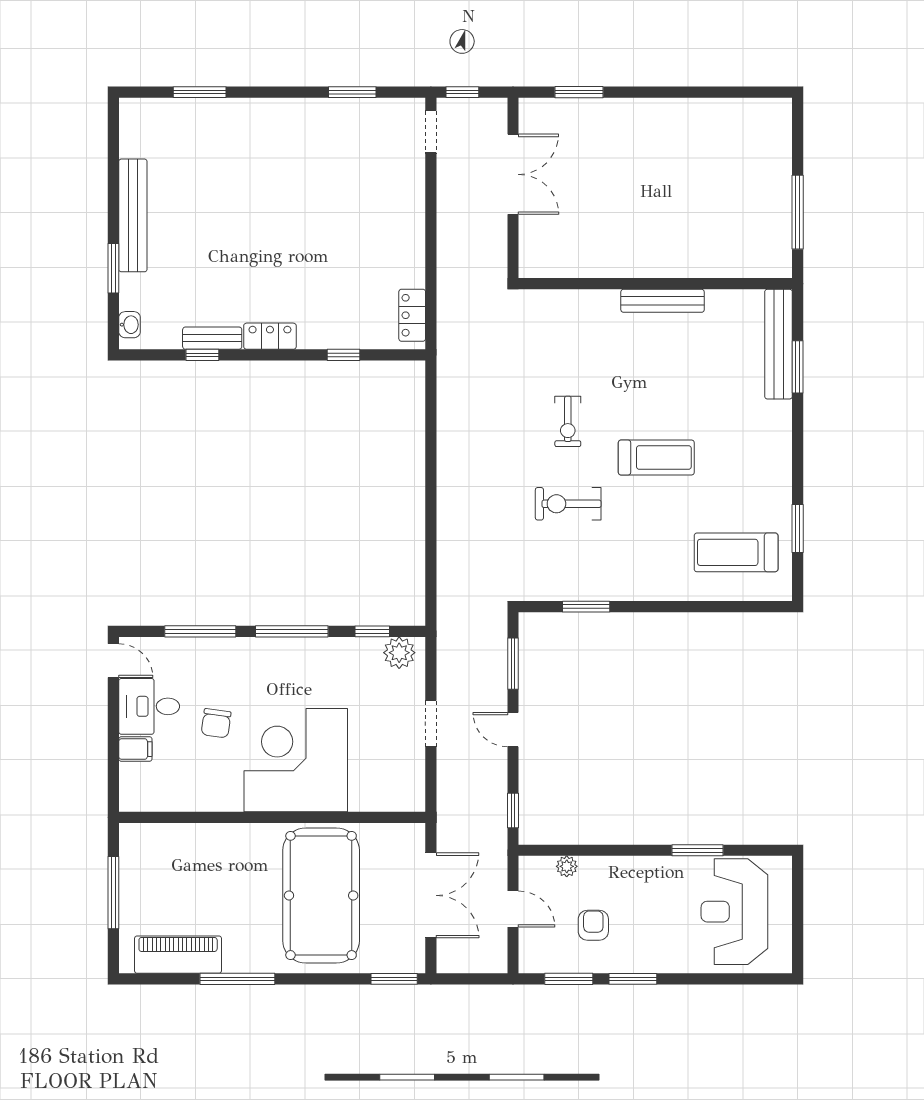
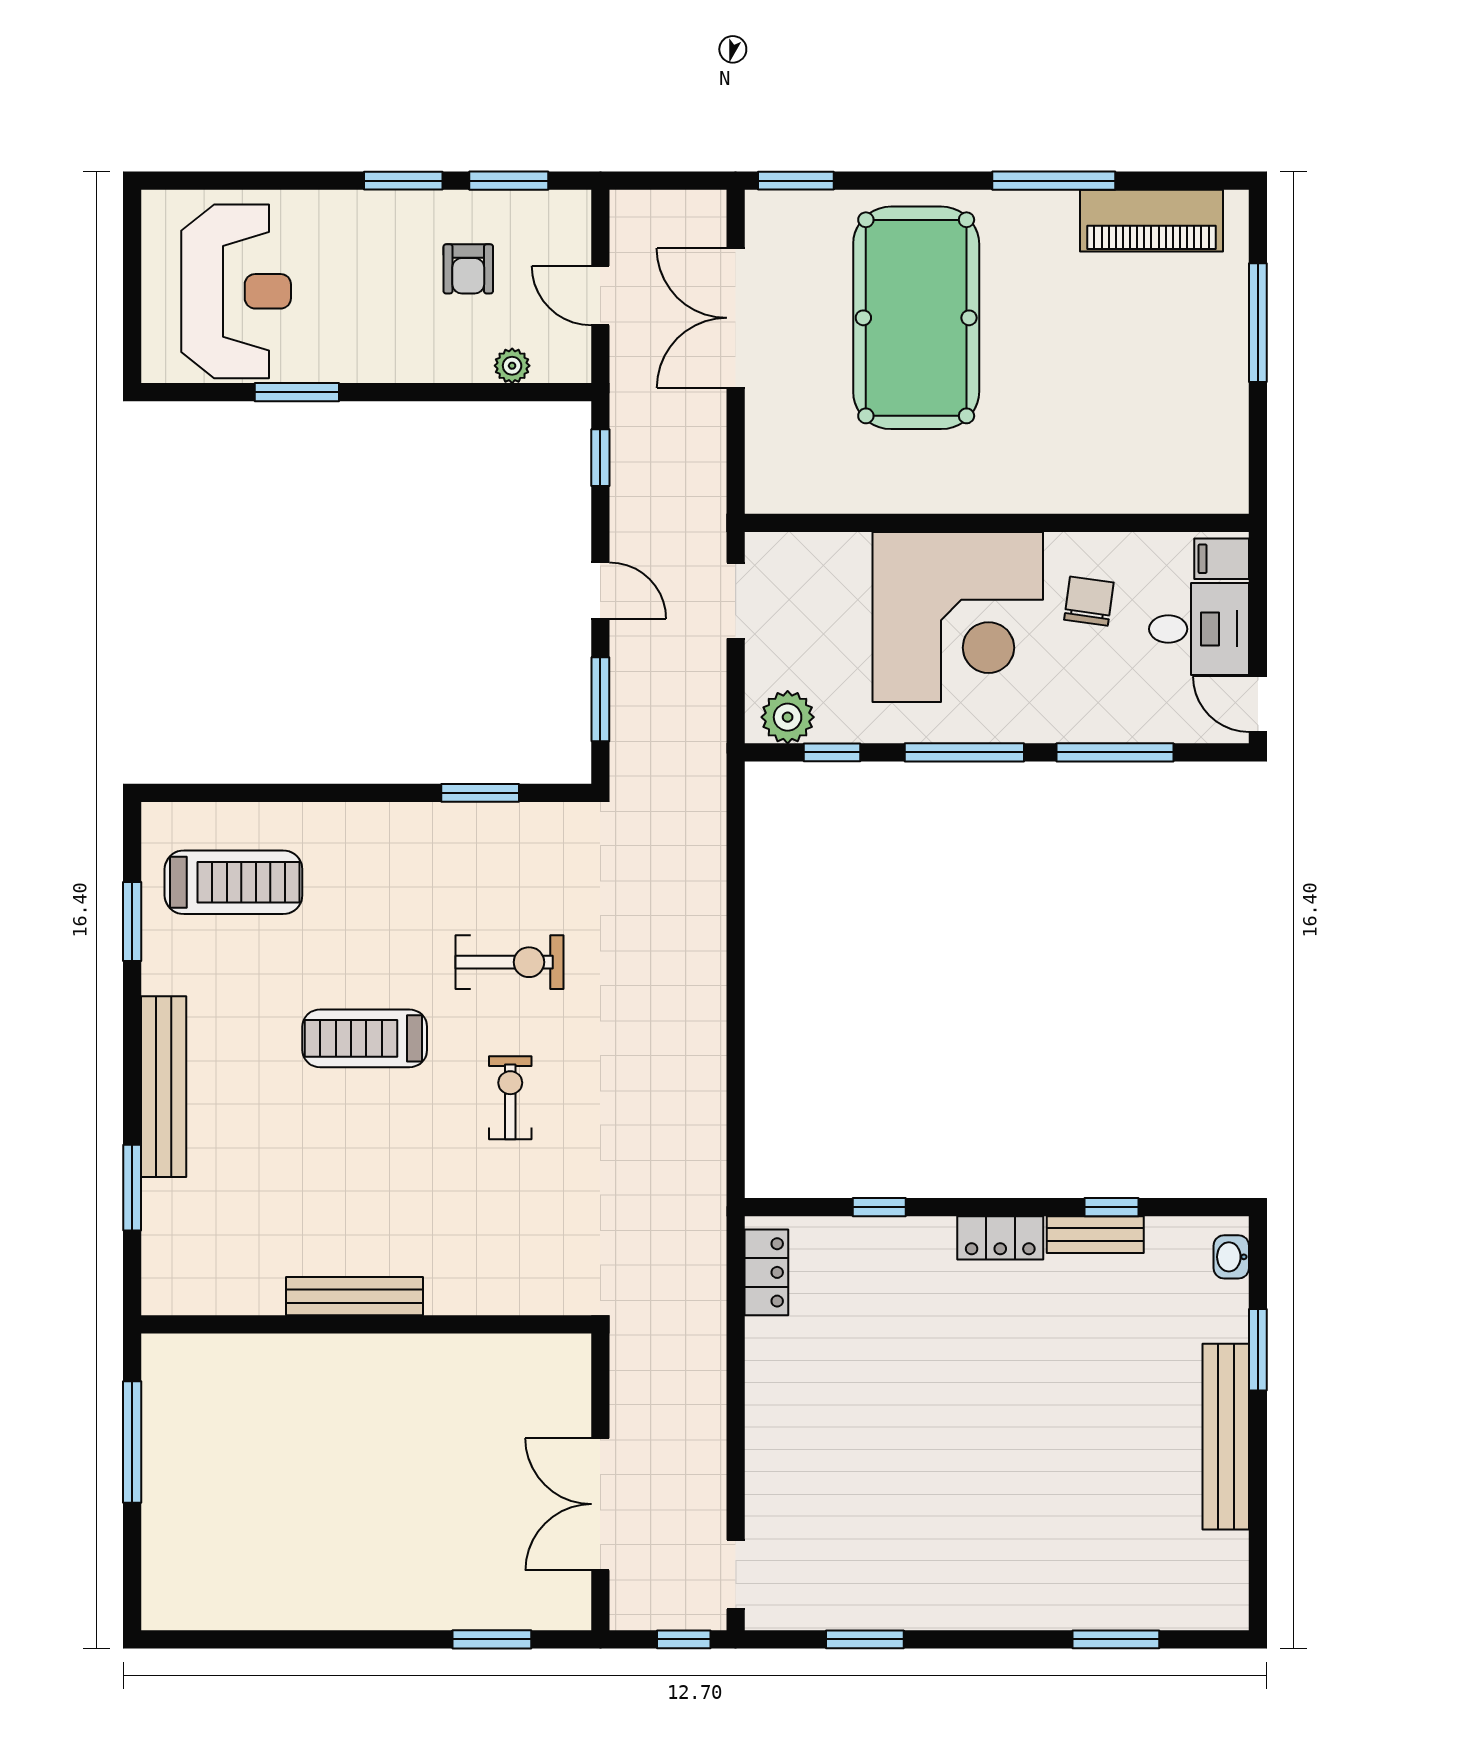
bench: (778, 344) -> (164, 1087), moved
corner desk: (296, 760) -> (958, 617), moved
wall: (272, 817) -> (997, 523), moved

